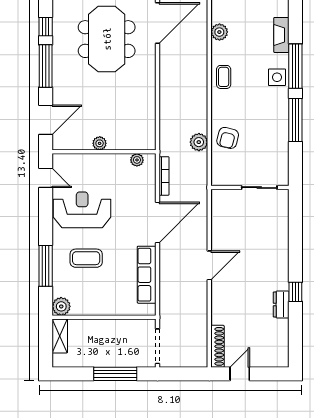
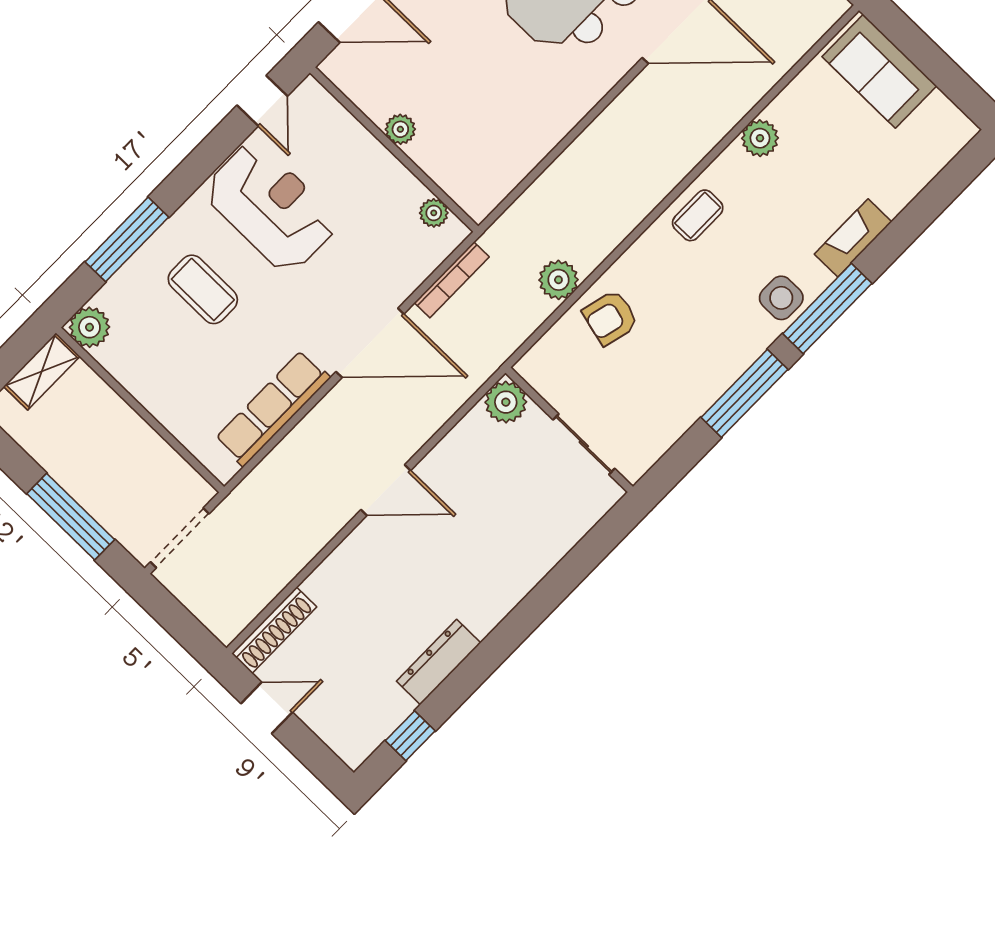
plant: (220, 199) -> (506, 402), added
window: (295, 292) -> (410, 736), moved
dresser: (281, 304) -> (439, 662), width x1.44

